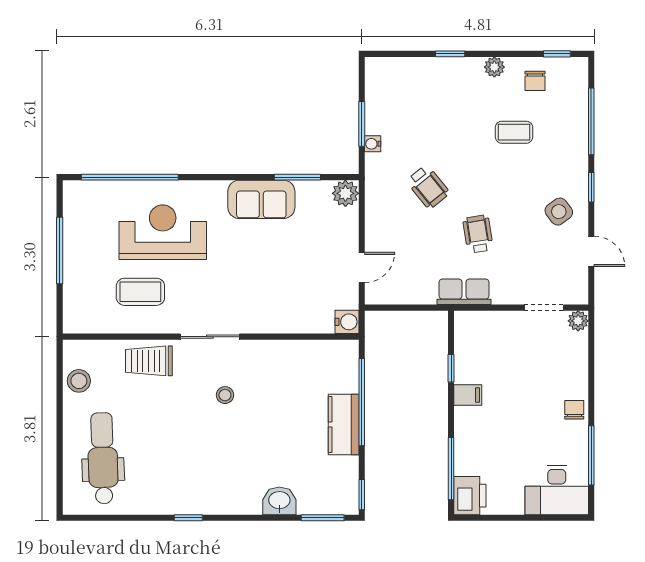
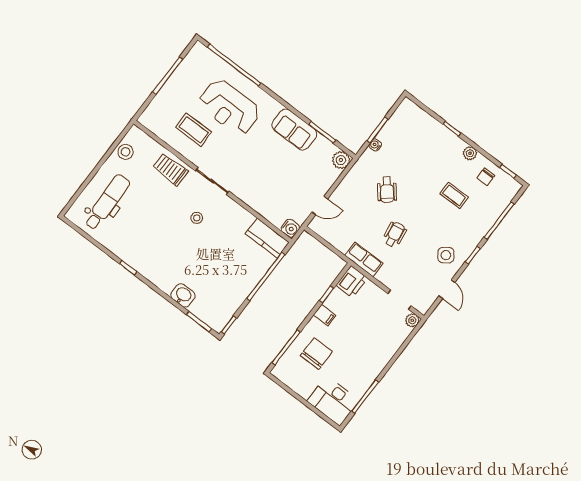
reception desk: (163, 232) -> (229, 107), turned 180
chair: (574, 410) -> (316, 354), moved, width x1.87, depth x1.87
kitchen counter: (344, 425) -> (267, 238), moved, turned -90
printer: (470, 496) -> (352, 282), moved

